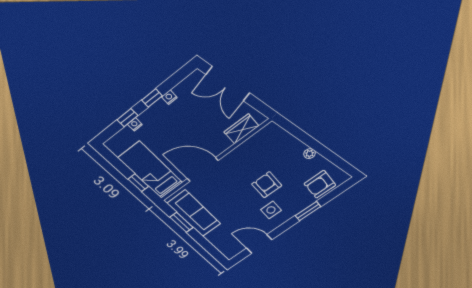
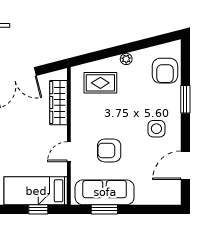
wardrobe: (241, 129) -> (58, 103), width x1.50
rug: (276, 150) -> (100, 83), added
door: (203, 170) -> (69, 152), width x0.53
armchair: (267, 185) -> (109, 151), moved

